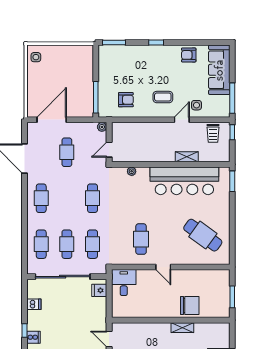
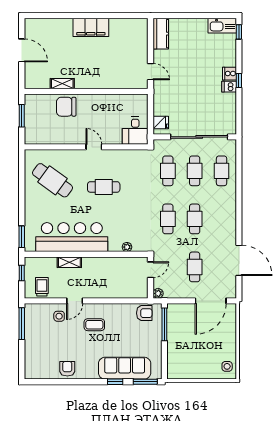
window: (156, 42) -> (115, 382), moved
armchair: (189, 55) -> (67, 369), turned -90
sofa: (219, 70) -> (125, 368), moved, turned -90
armchair: (126, 100) -> (144, 313), moved, turned 180
window: (232, 132) -> (22, 273), moved
cafe table: (41, 198) -> (195, 219), moved
cafe table: (141, 239) -> (104, 187), moved, turned 90
dishwasher: (34, 304) -> (229, 87), moved
shelving: (182, 328) -> (62, 84), moved

